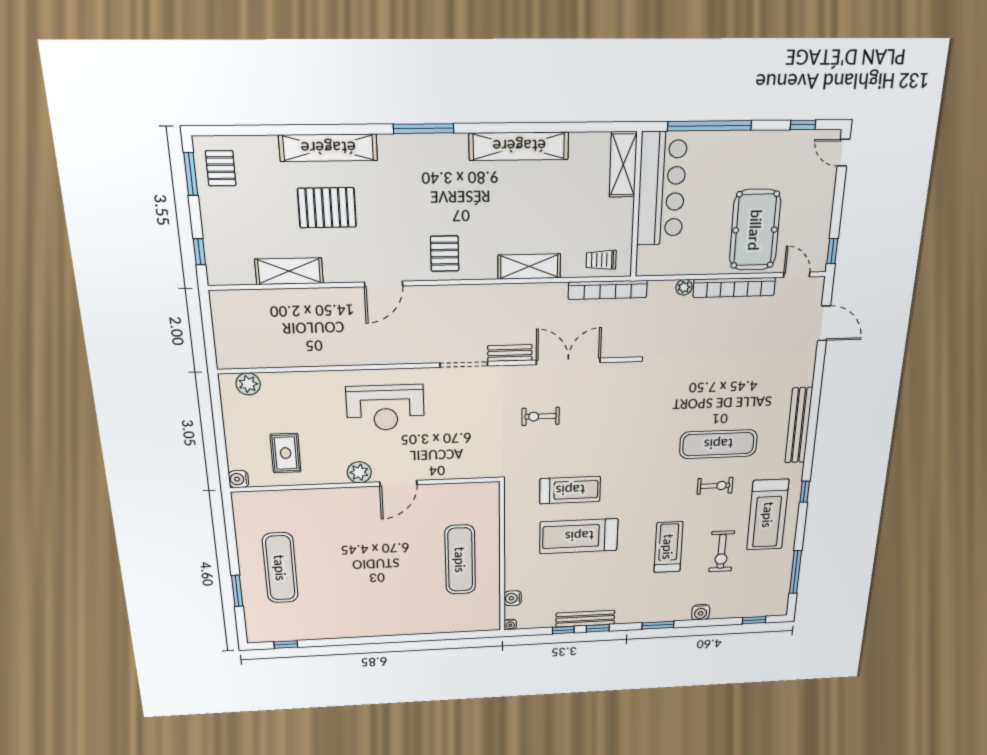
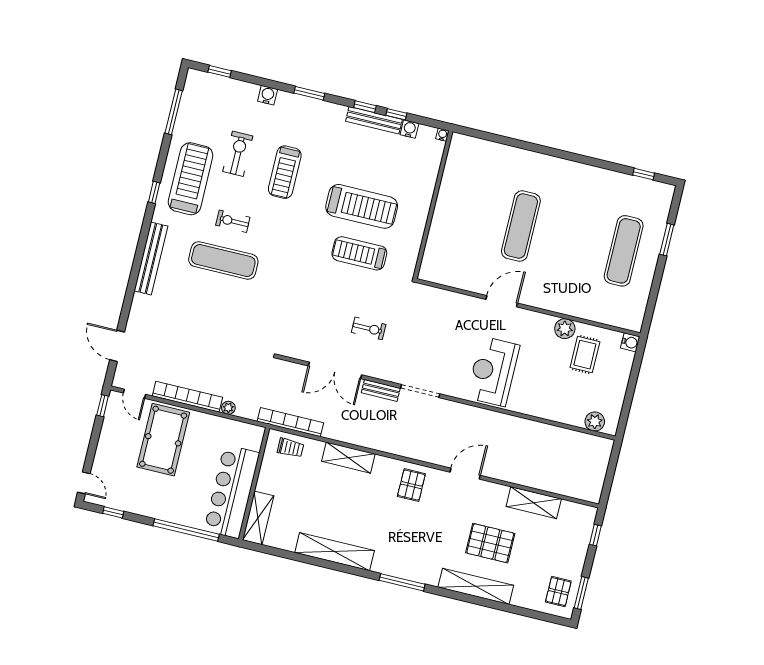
reception desk: (385, 408) -> (493, 371), turned -90
plant: (359, 472) -> (565, 329), moved
exercise mat: (460, 560) -> (521, 226), moved
water cooler: (513, 598) -> (409, 129), moved, turned -90

